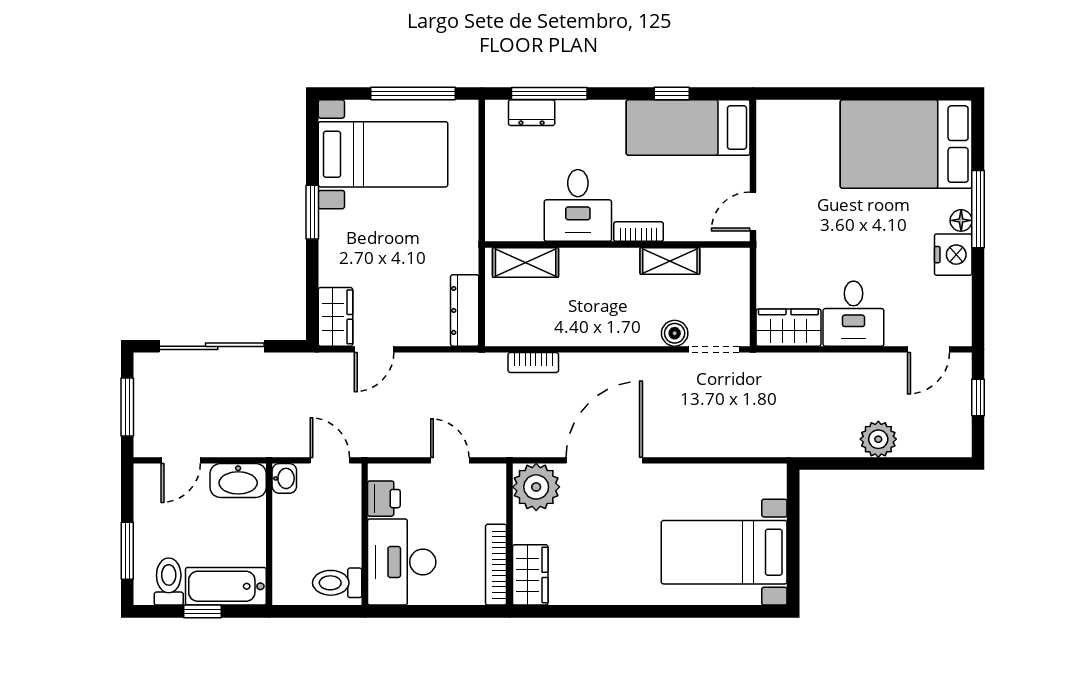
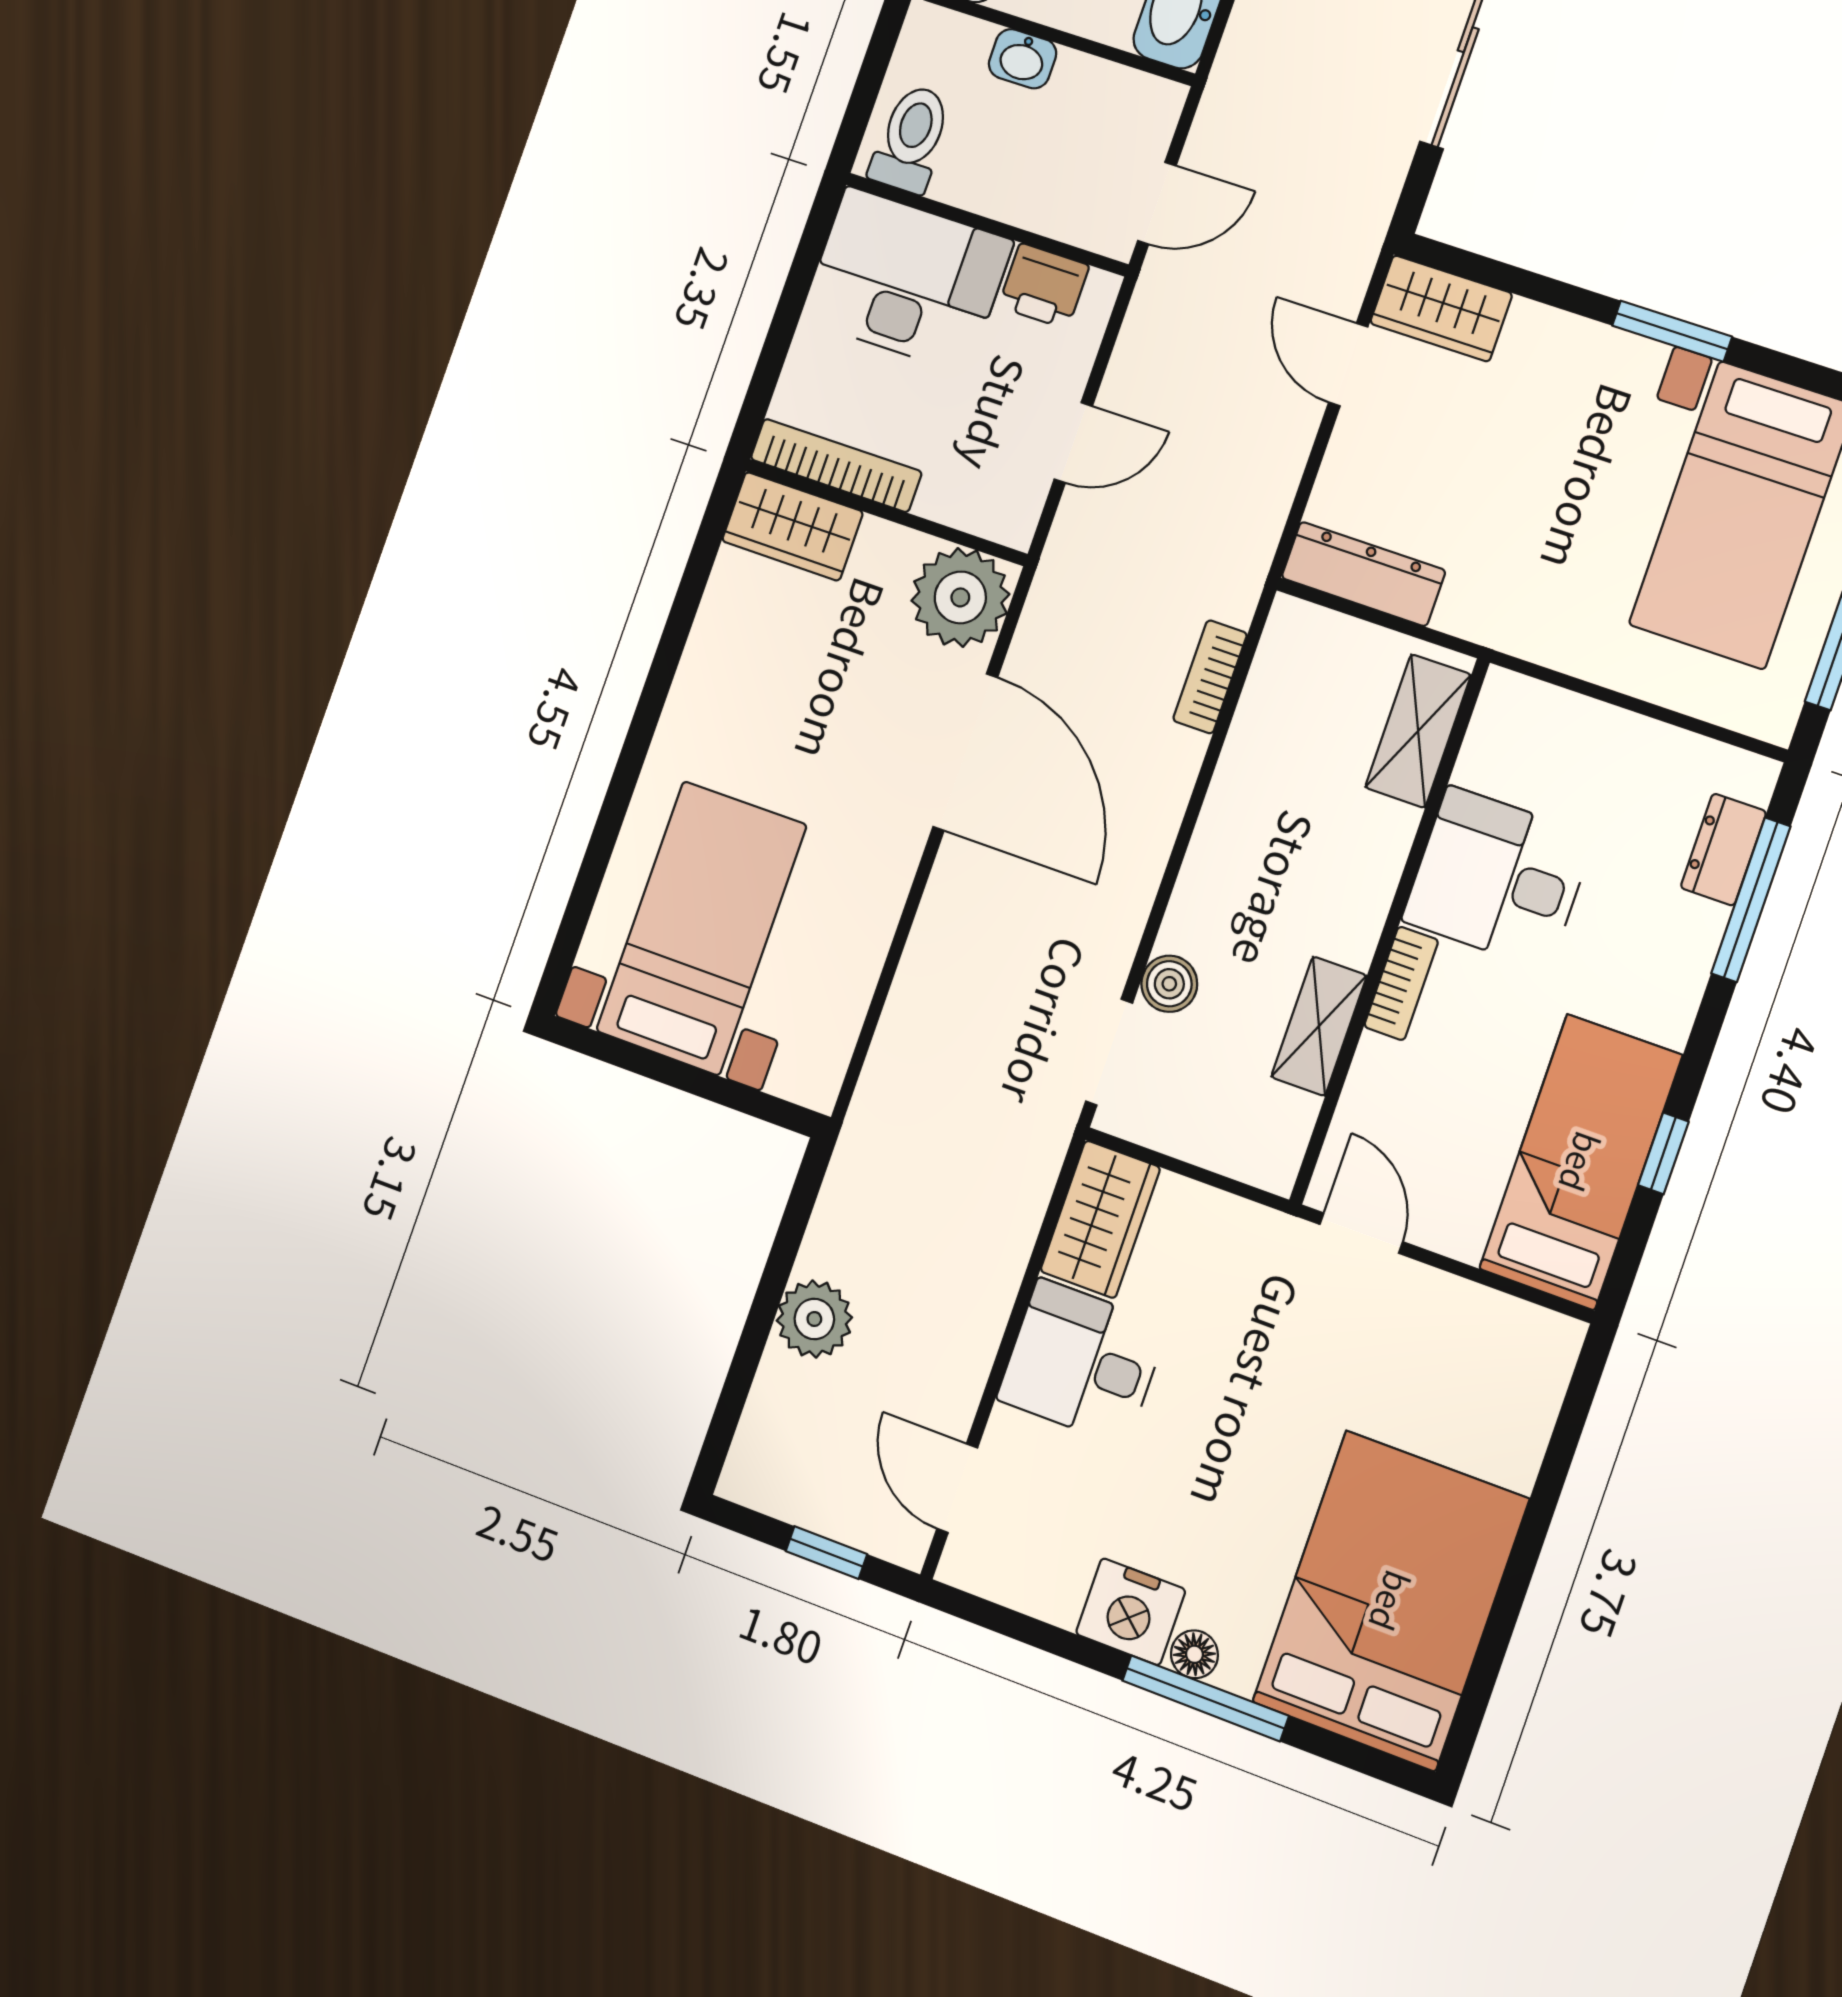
washbasin: (284, 478) -> (1023, 59), moved

